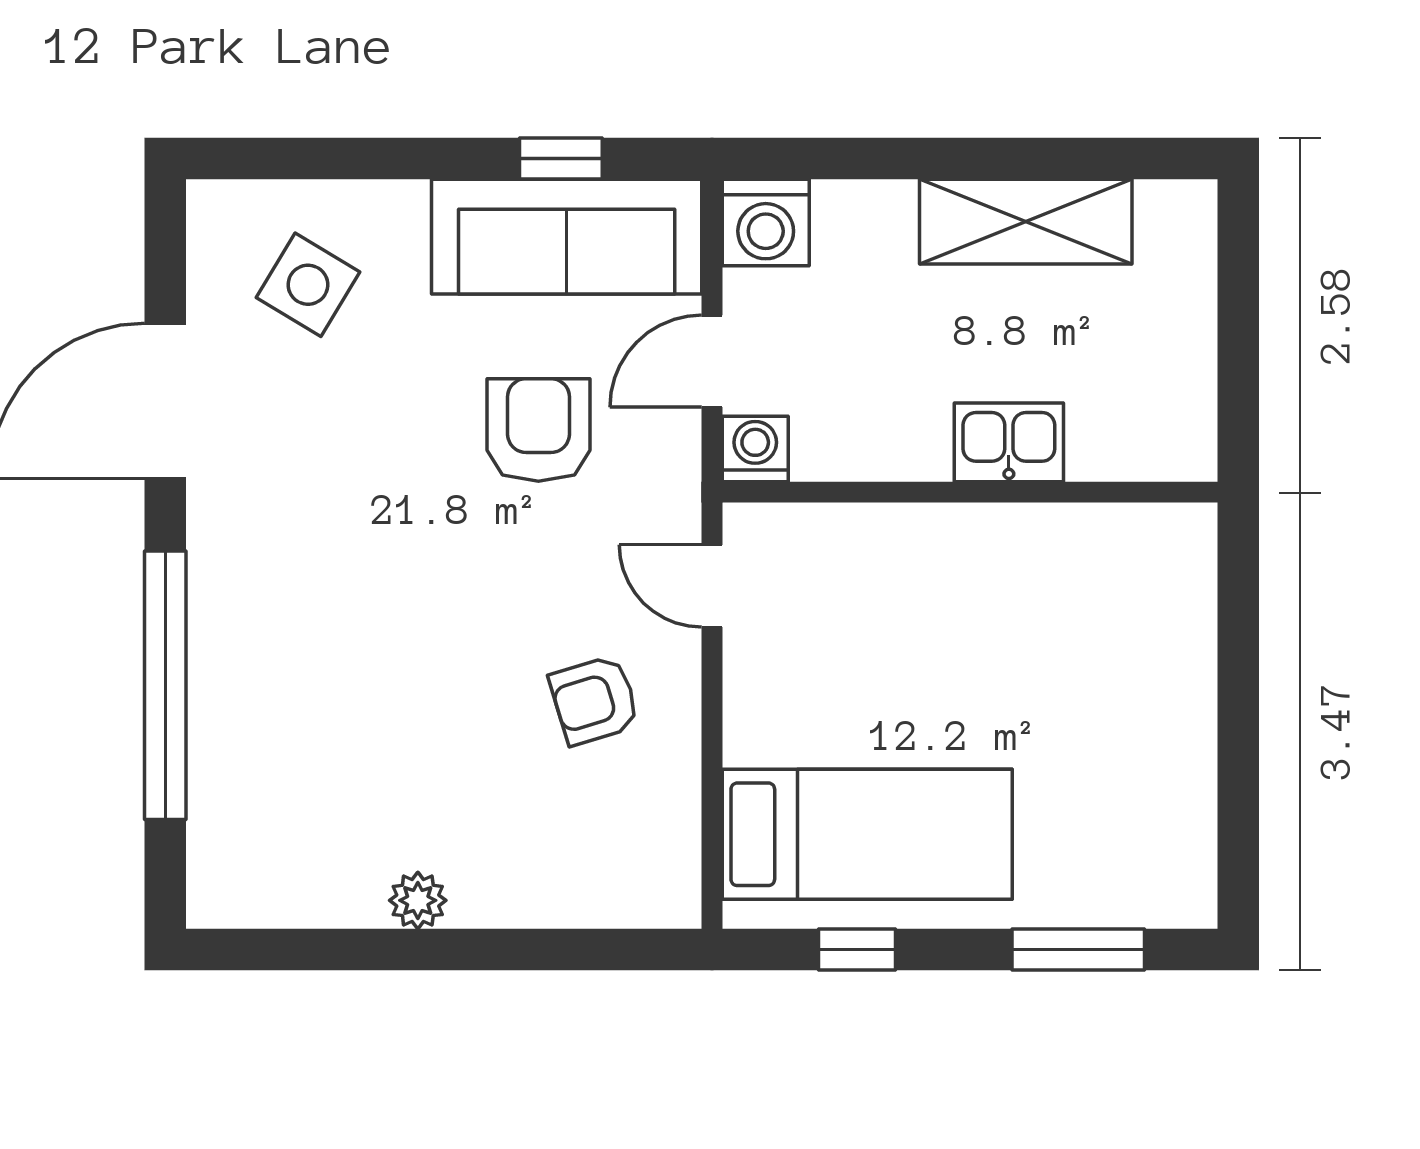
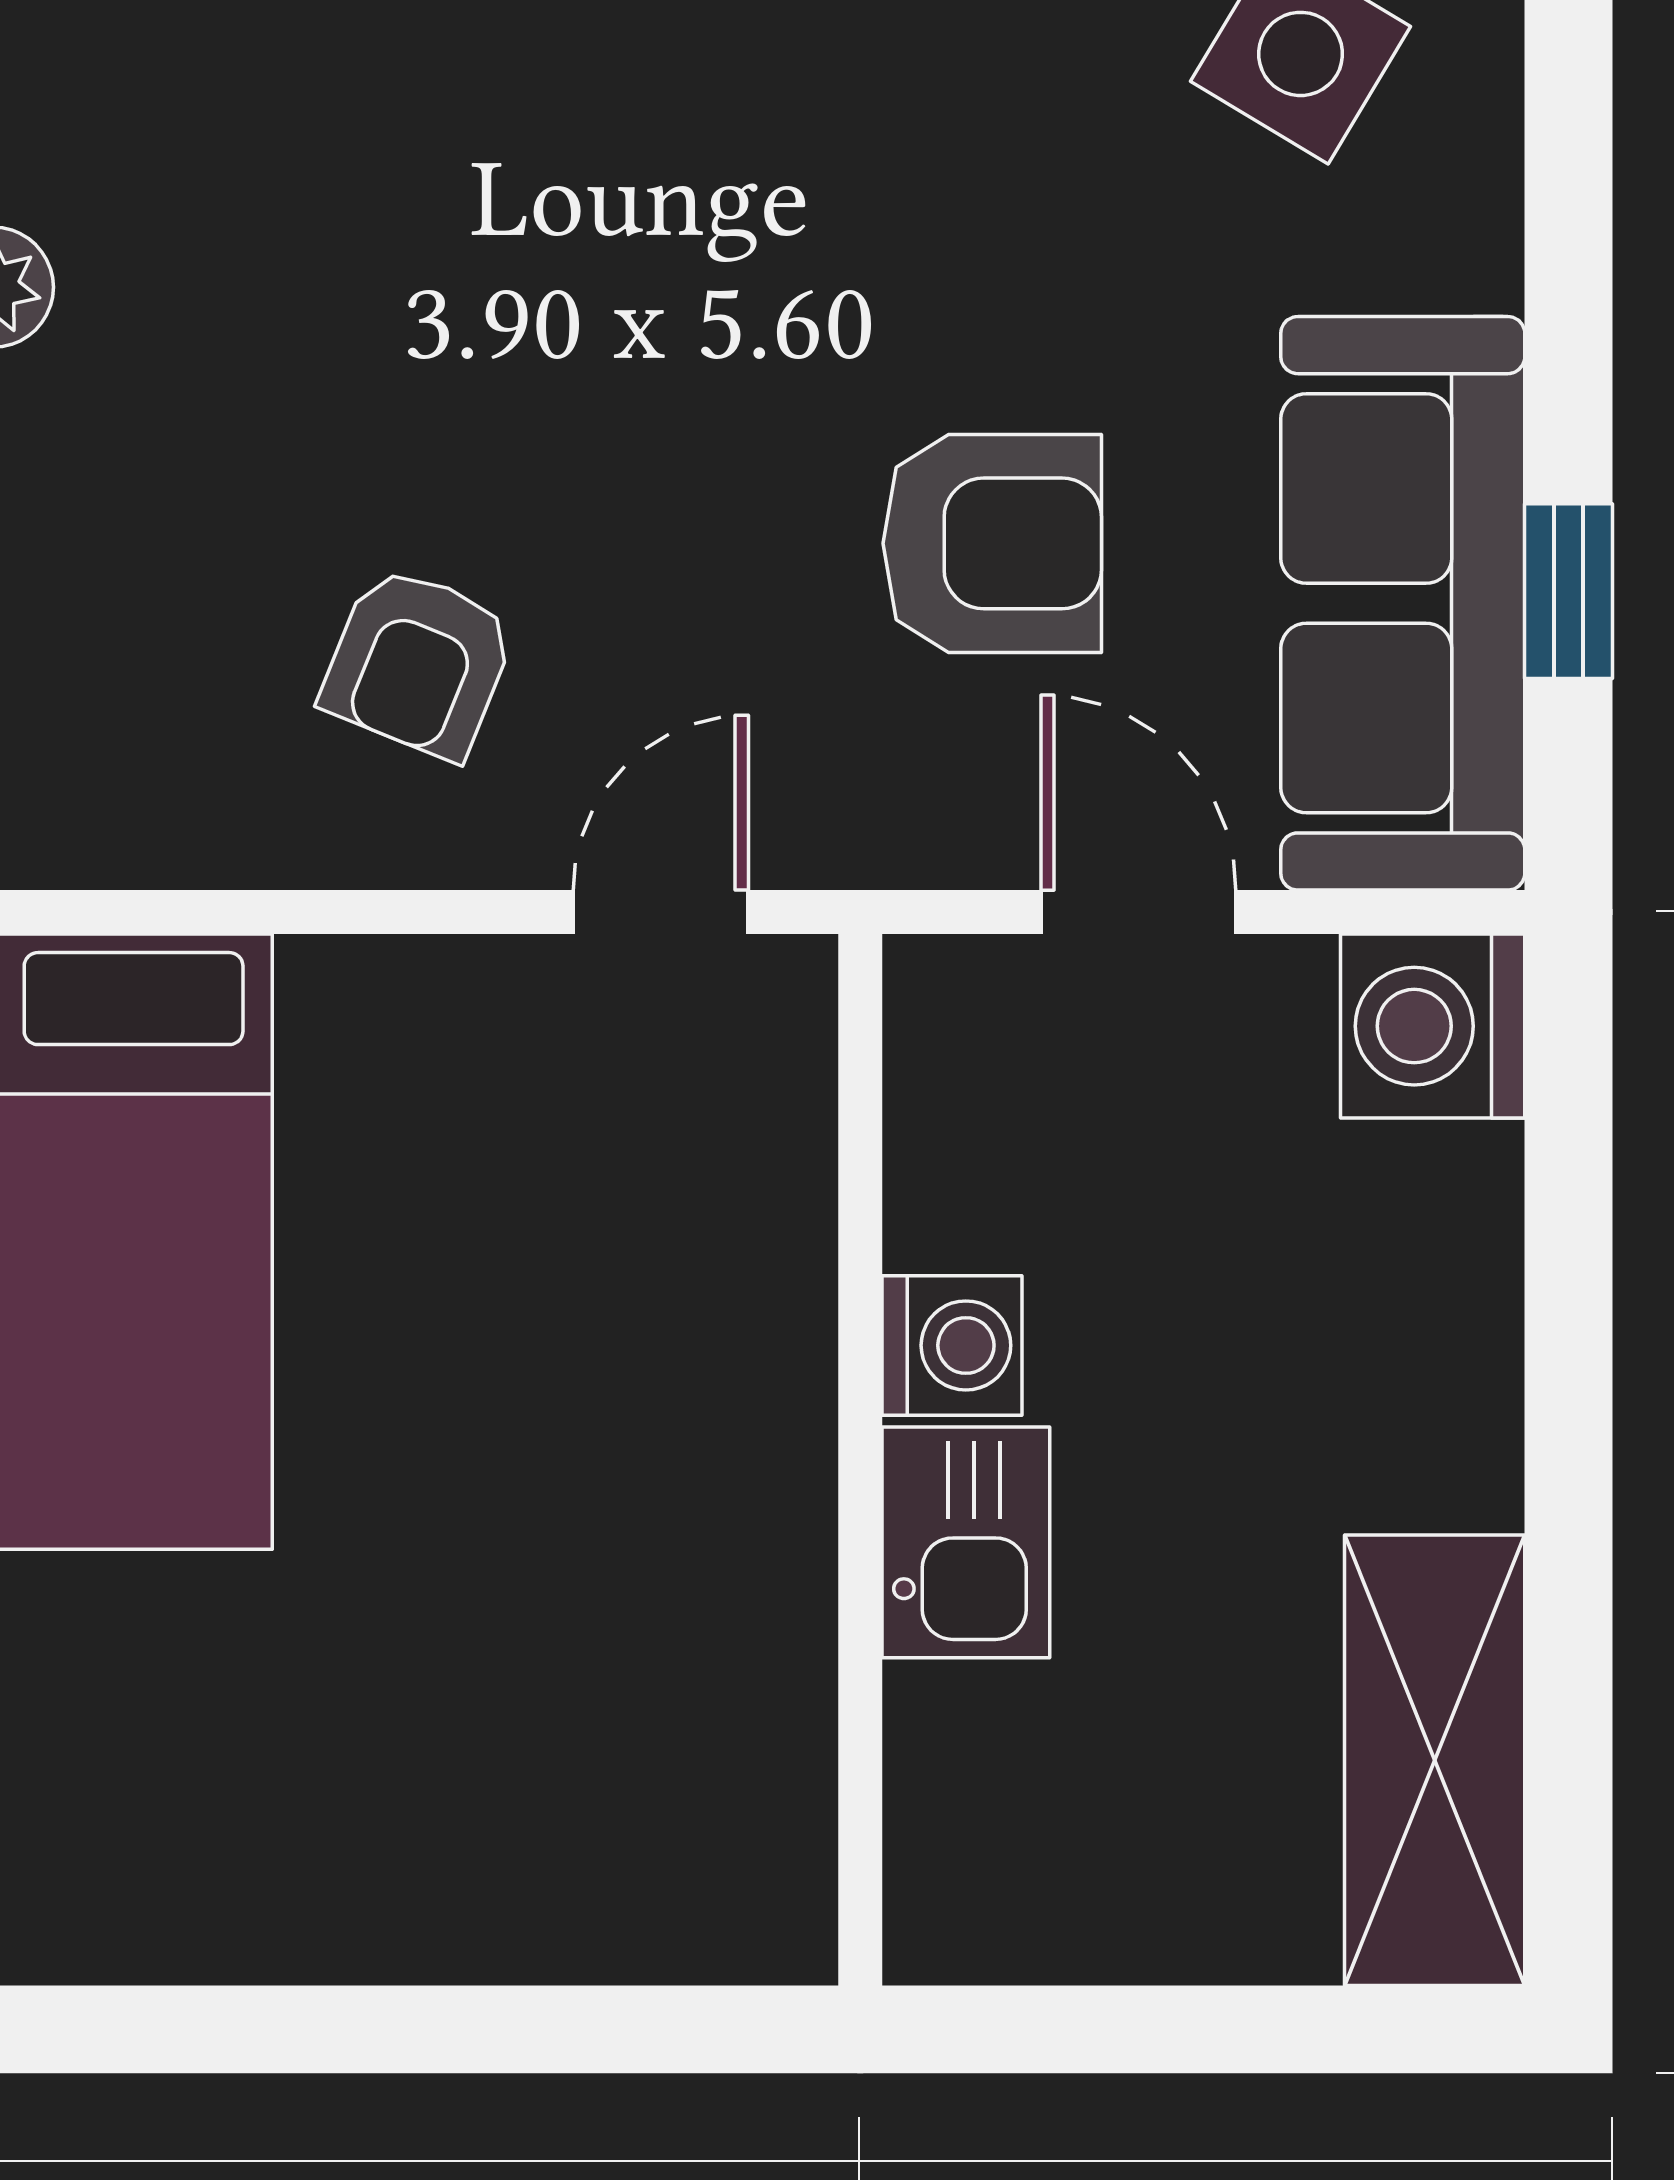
shelving: (1026, 222) -> (1435, 1760), moved
washing machine: (755, 449) -> (952, 1345), moved
armchair: (594, 700) -> (418, 662), turned -141

